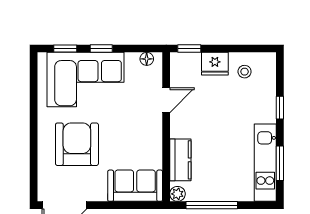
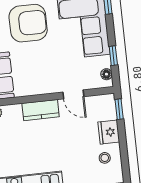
window: (101, 48) -> (113, 56), moved
kitchen counter: (180, 160) -> (41, 110), moved

